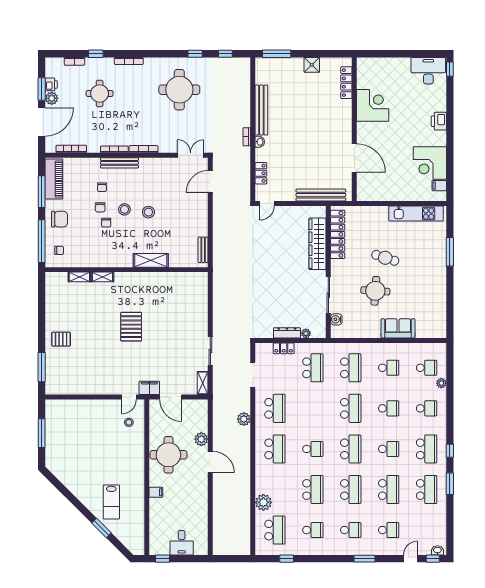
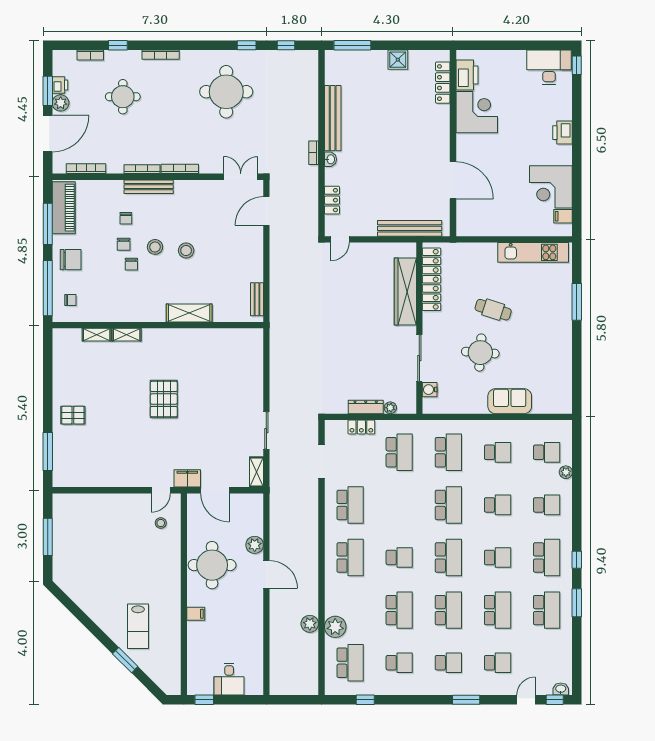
printer: (365, 77) -> (467, 75), added
plant: (244, 419) -> (310, 624), moved

